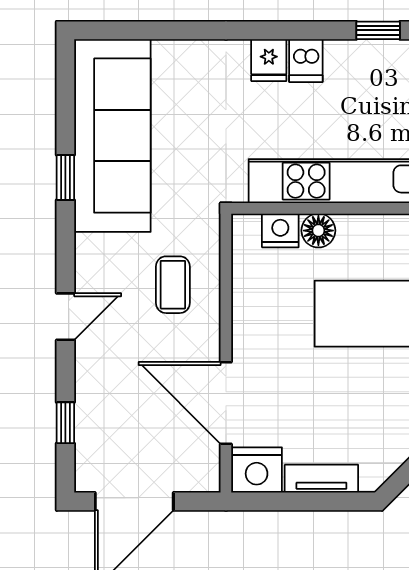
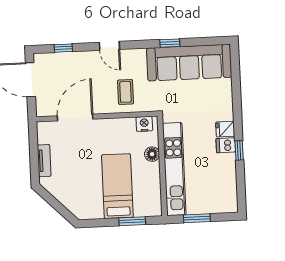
window: (378, 30) -> (239, 150), moved
nightstand: (280, 230) -> (144, 124), moved, turned -90
coffee table: (173, 285) -> (126, 92), turned 90
nightstand: (257, 470) -> (47, 132), removed

